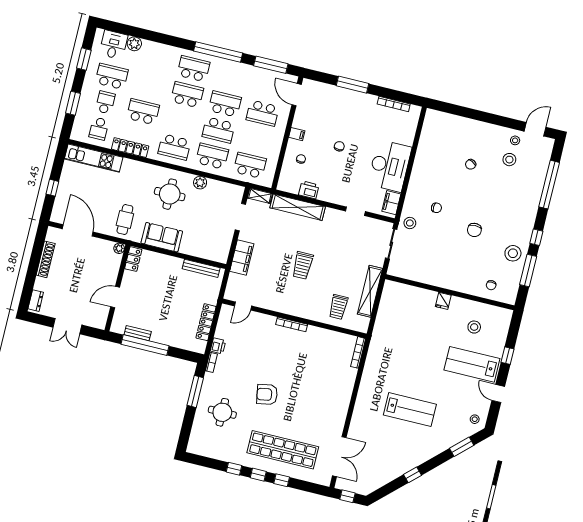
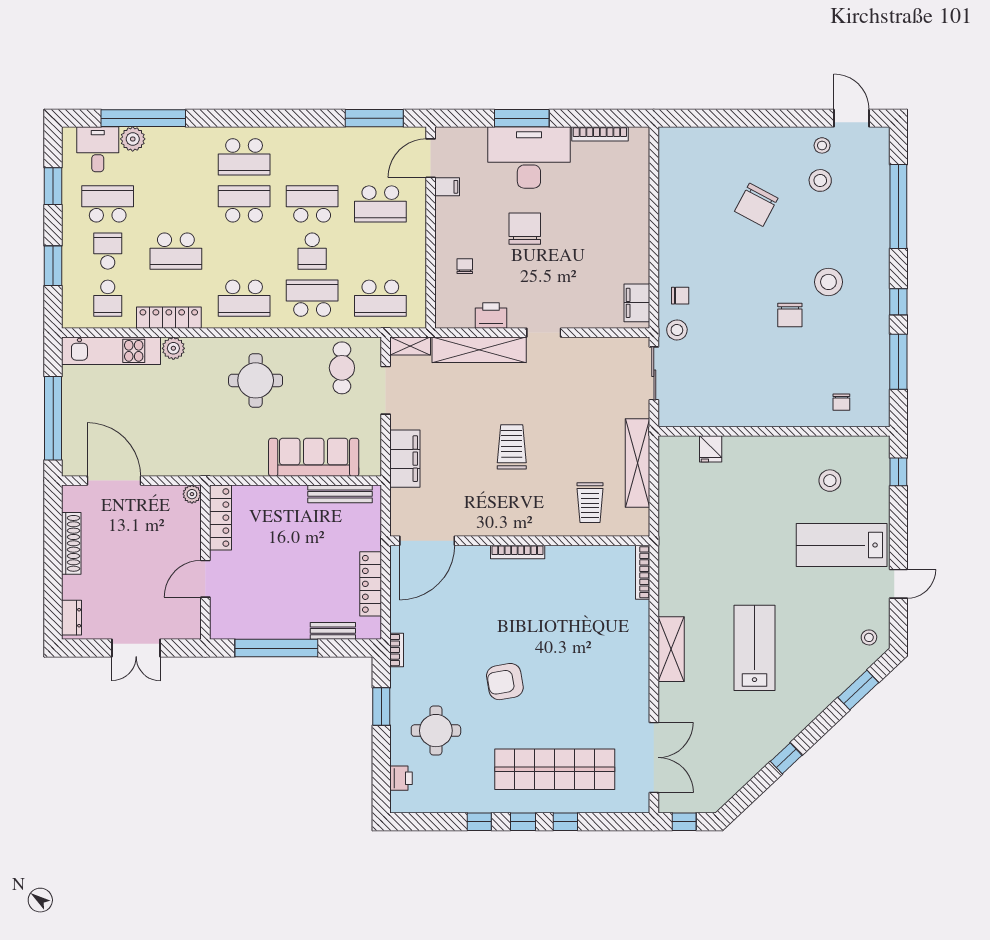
window: (218, 52) -> (143, 118), moved
school desk: (193, 69) -> (244, 157), turned 180
door: (297, 95) -> (431, 158), hinge flipped
school desk: (143, 112) -> (176, 251), turned 180
door: (535, 129) -> (851, 118), hinge flipped
school desk: (218, 130) -> (312, 251), width x0.54
filing cabinet: (297, 134) -> (447, 187), moved
chair: (339, 146) -> (525, 229), width x1.87, depth x1.87
chair: (471, 164) -> (756, 205), width x1.87, depth x1.87
school desk: (250, 165) -> (380, 298), turned 180
desk: (390, 166) -> (529, 157), moved, turned -90
plant: (200, 183) -> (173, 348), moved
window: (52, 188) -> (53, 418), width x3.17
chair: (436, 208) -> (680, 296), moved
doorway: (355, 211) -> (544, 333), moved
cafe table: (125, 219) -> (342, 368), moved
sofa: (162, 237) -> (314, 457), moved, width x1.36
stool: (513, 253) -> (828, 282), moved
locker: (133, 259) -> (220, 518), width x1.53
trolley: (303, 265) -> (512, 447), turned 180
fridge: (443, 301) -> (711, 449), moved
door: (243, 306) -> (427, 541), width x1.88
bench: (138, 333) -> (333, 631), moved
printer: (218, 346) -> (401, 778), moved
window: (507, 356) -> (898, 472), moved
window: (195, 392) -> (381, 706), width x0.69
door: (498, 393) -> (898, 584), swing flipped
shelving: (364, 399) -> (671, 649), added
lab bench: (410, 410) -> (754, 648), turned -90

